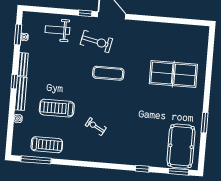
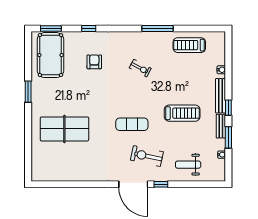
weight bench: (57, 30) -> (188, 165), turned 180
window: (18, 35) -> (228, 137), moved
treadmill: (57, 108) -> (182, 113), moved
window: (205, 123) -> (28, 92), moved
armchair: (139, 136) -> (94, 62), added
window: (36, 160) -> (158, 28), moved

